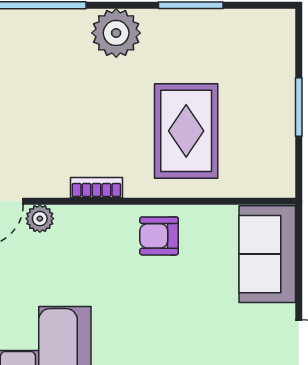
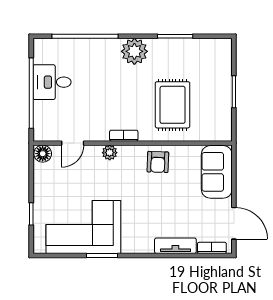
plant: (40, 219) -> (110, 153), moved
armchair: (159, 236) -> (158, 162), turned -88

